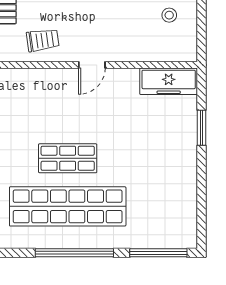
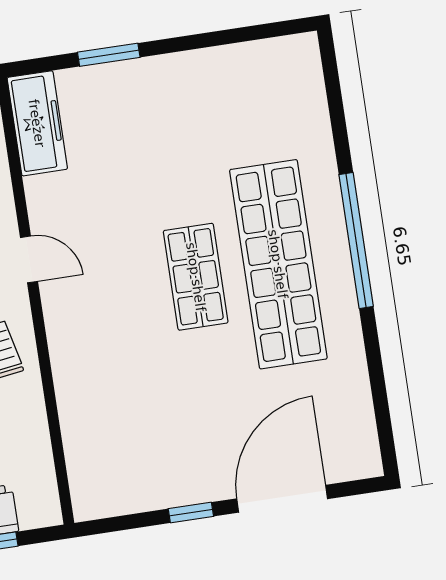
window: (158, 253) -> (334, 96), removed

